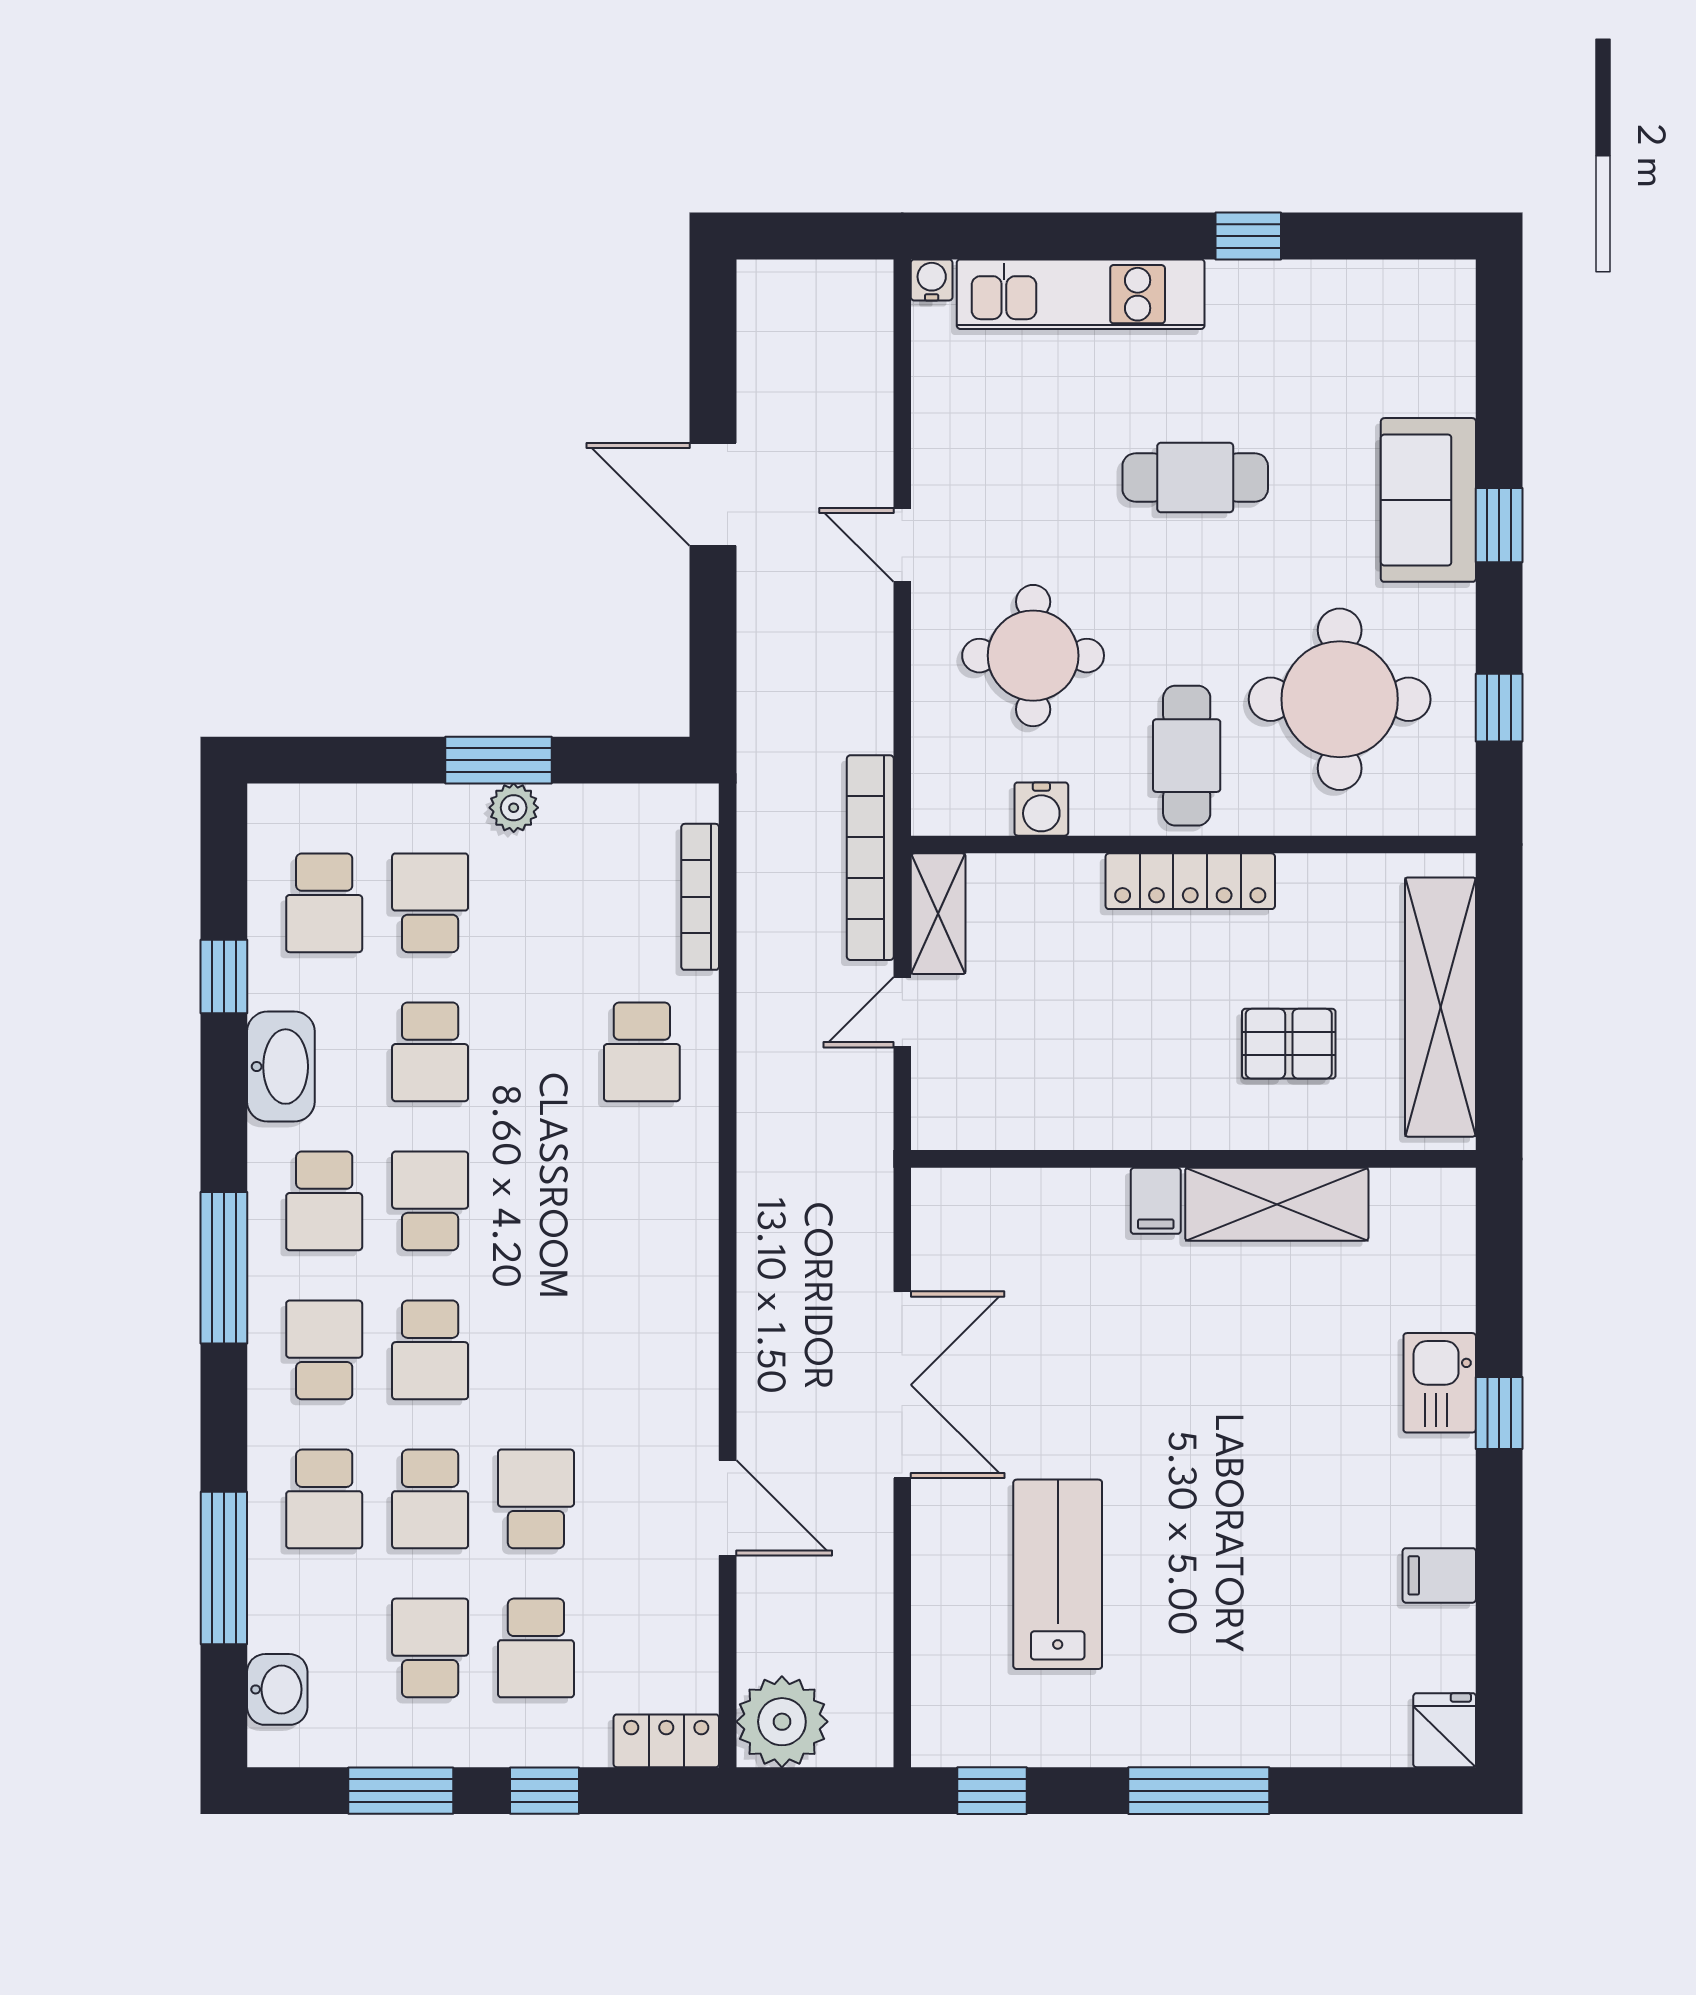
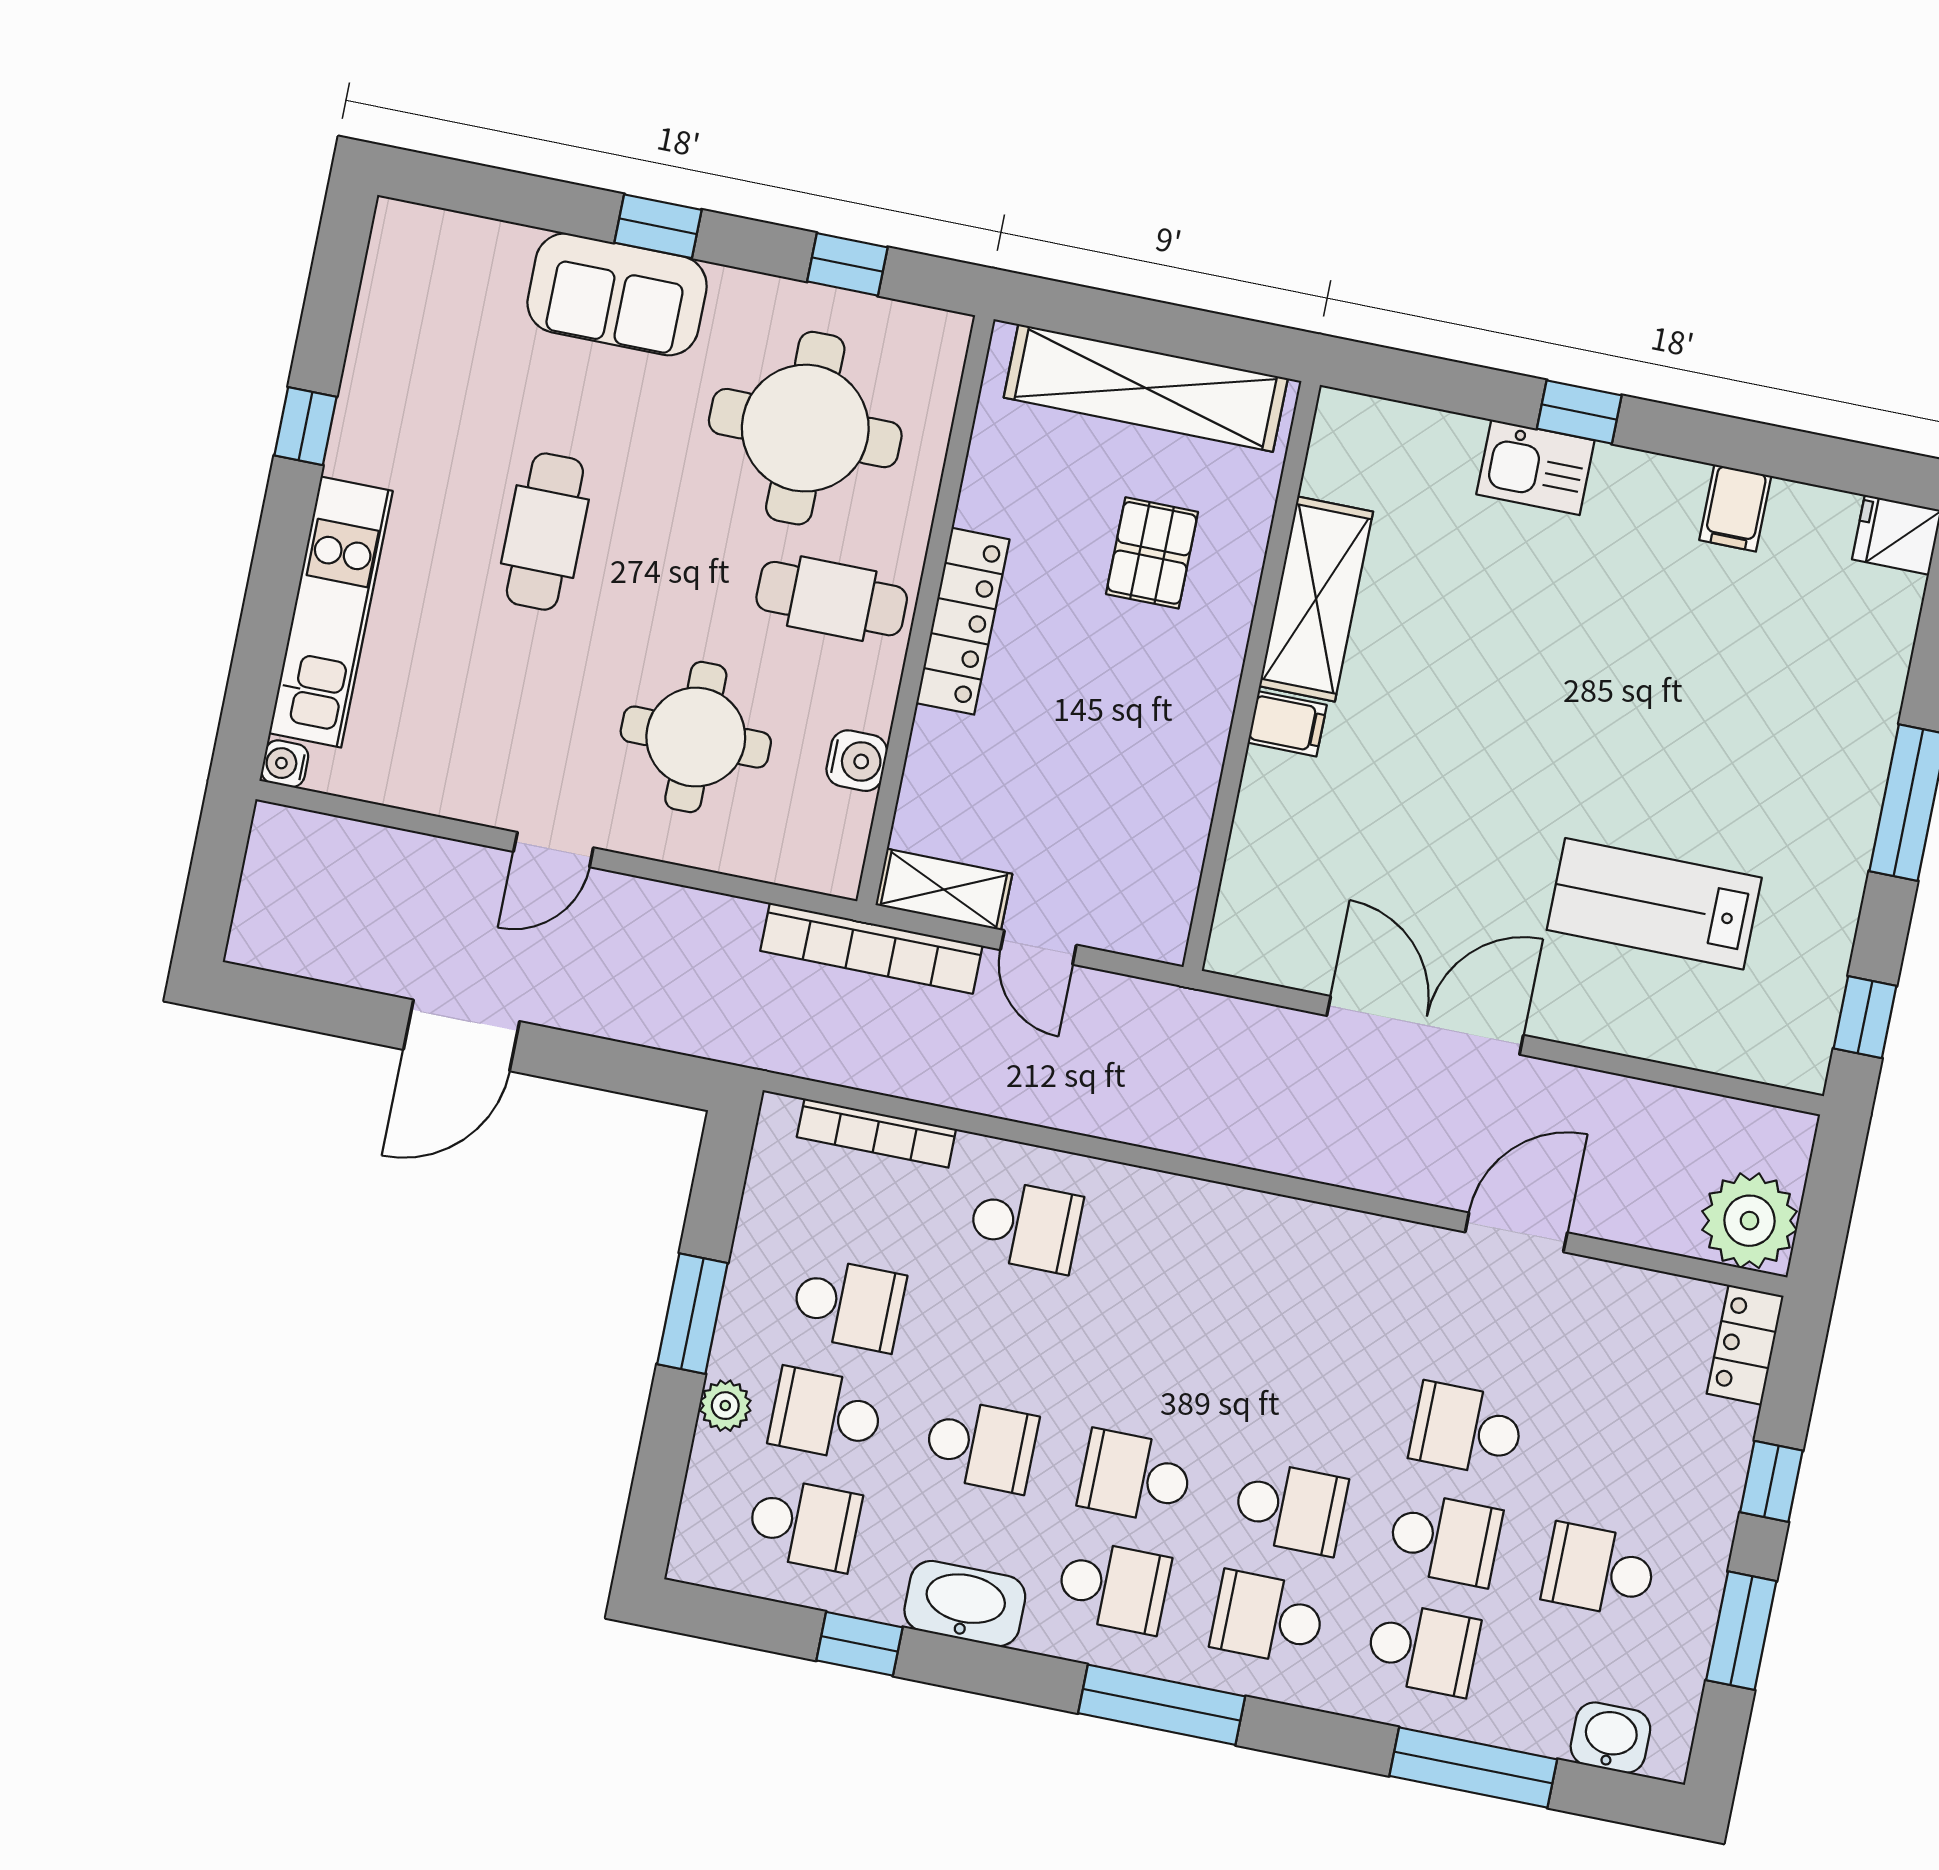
plant: (514, 808) -> (725, 1406), moved
school desk: (536, 1648) -> (848, 1305), moved

